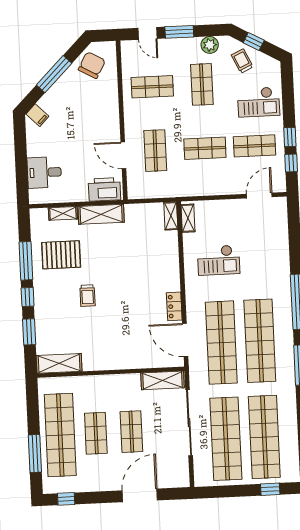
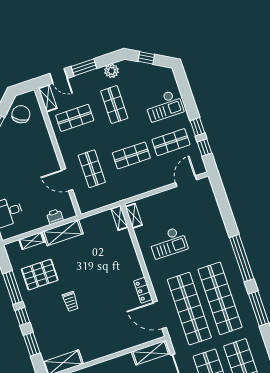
shelving: (128, 55) -> (48, 98), added
trolley: (242, 61) -> (141, 76), removed
printer: (104, 189) -> (55, 217), width x0.53, depth x0.68

